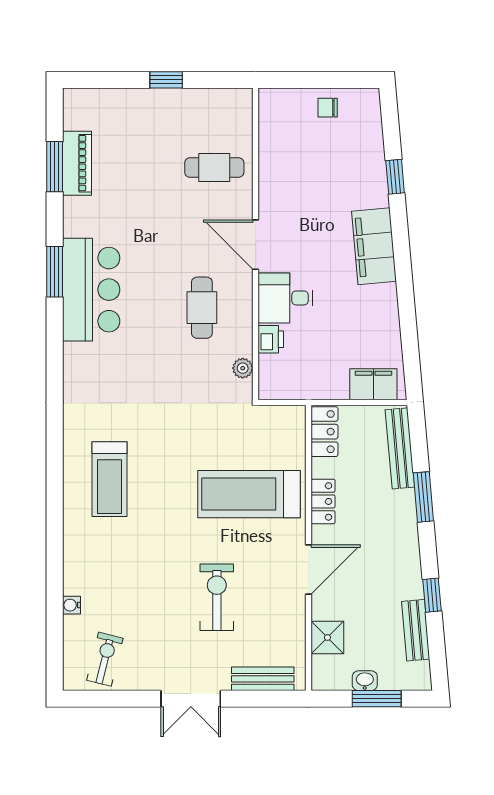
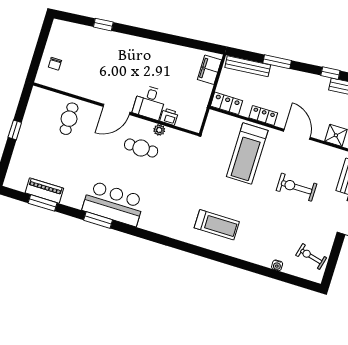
chair: (328, 108) -> (55, 64), moved
filing cabinet: (374, 246) -> (137, 47), removed
plant: (243, 368) -> (159, 130), moved

